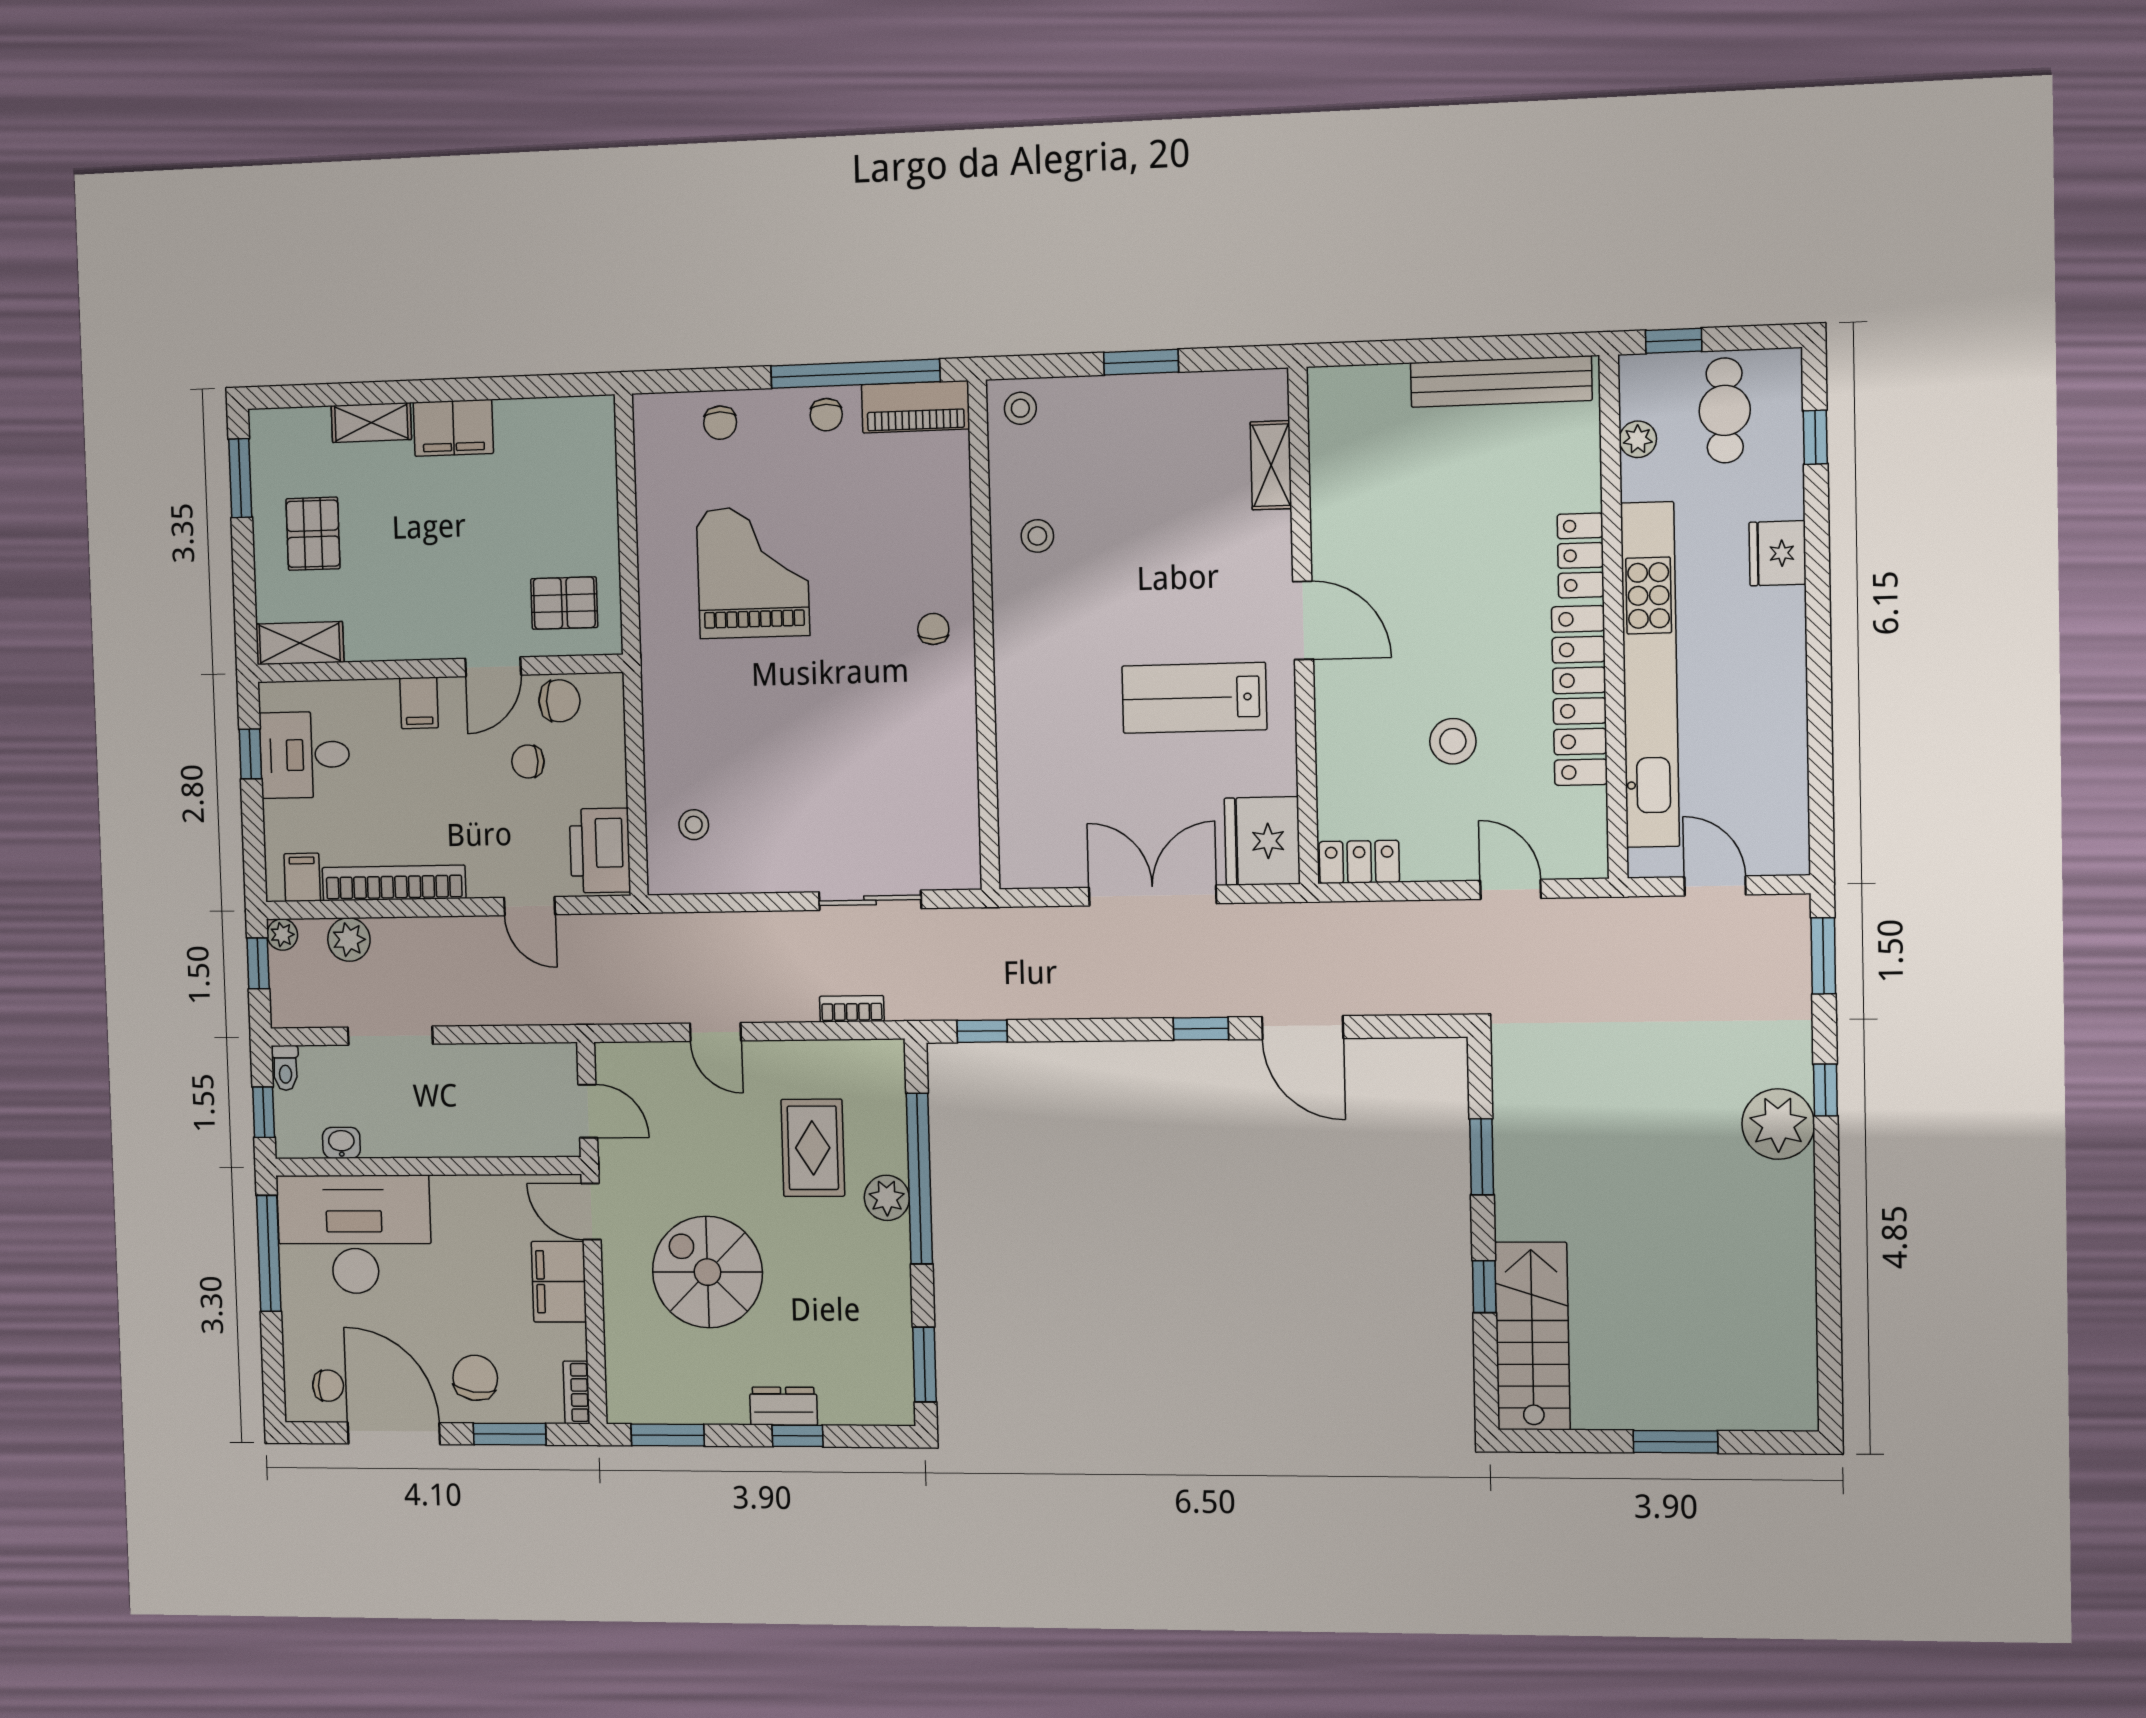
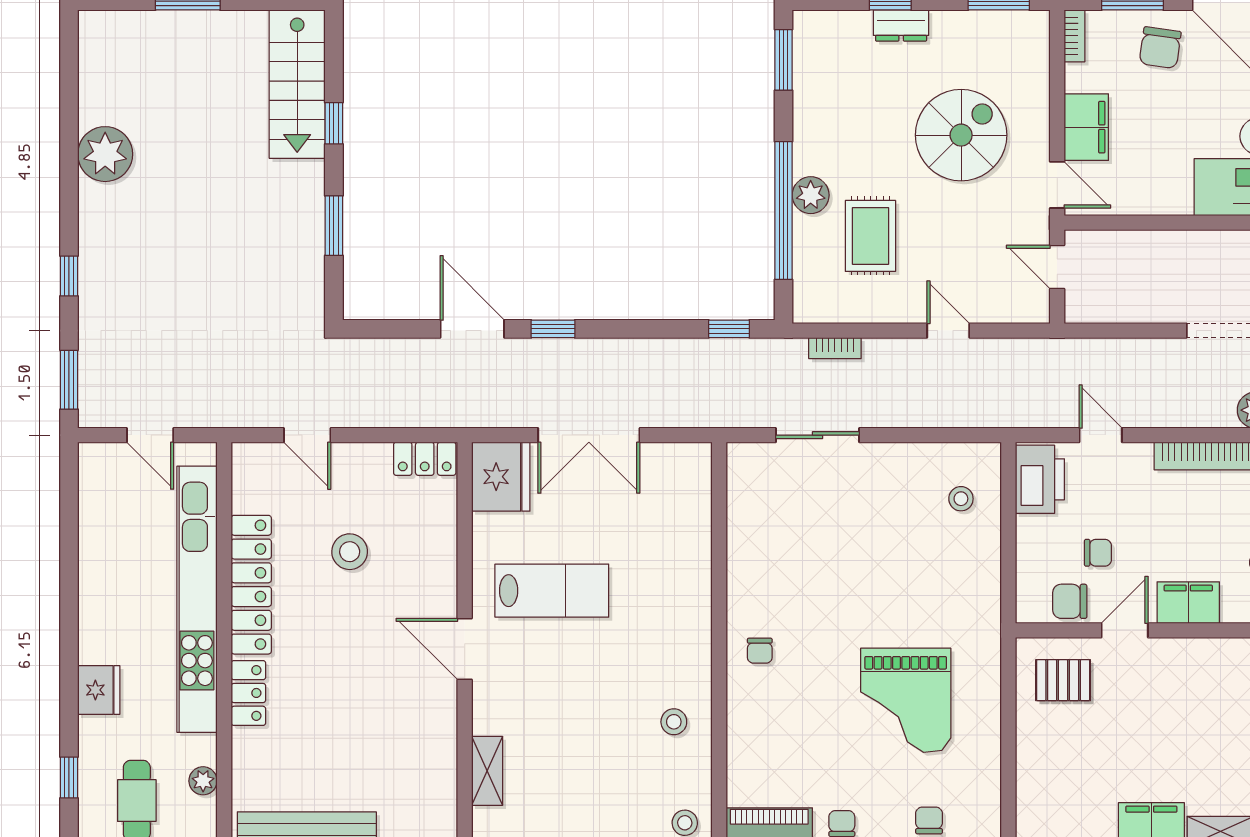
filing cabinet: (419, 703) -> (1188, 603), width x2.00
plant: (1778, 1124) -> (105, 154), moved
spiral stairs: (707, 1272) -> (961, 135), turned -90

